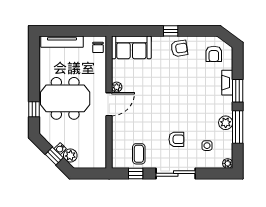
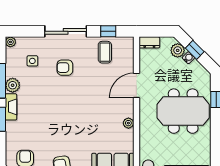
fireplace: (227, 83) -> (11, 107), moved
door: (109, 104) -> (136, 85), moved
dresser: (97, 163) -> (149, 42), added

